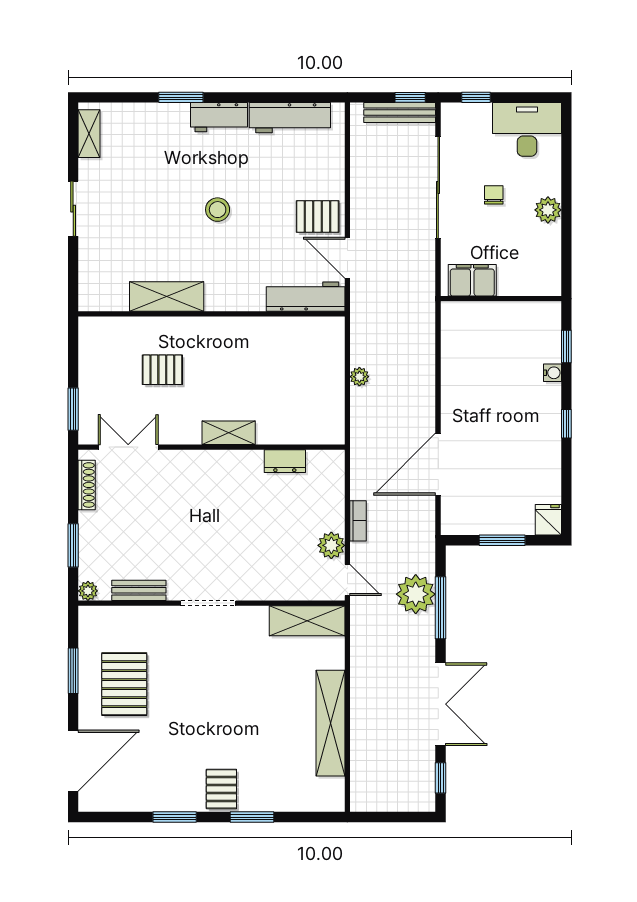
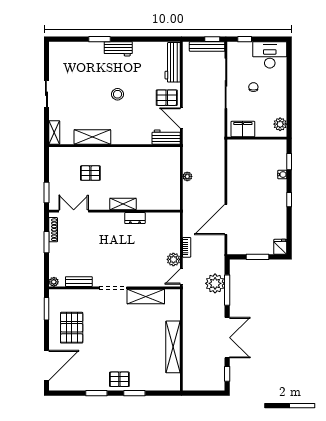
workbench: (290, 118) -> (173, 62), moved, turned 90
shelving: (89, 134) -> (54, 132), moved
plant: (548, 210) -> (280, 124), moved
workbench: (306, 297) -> (166, 137), width x0.73
dresser: (285, 461) -> (135, 218), moved
window: (73, 545) -> (46, 242), moved
door: (347, 580) -> (181, 276), swing flipped
shelving: (307, 621) -> (146, 297), moved
window: (73, 671) -> (46, 309), moved
pallet: (221, 789) -> (119, 379), turned 90

